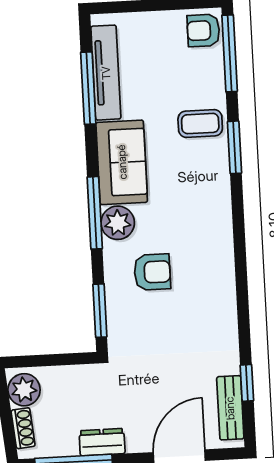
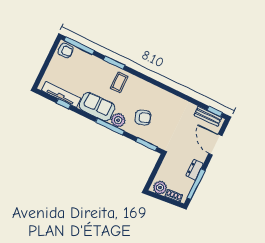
armchair: (203, 30) -> (66, 51), turned -90
window: (88, 88) -> (63, 104), width x0.46
coffee table: (200, 124) -> (119, 82), moved
armchair: (152, 272) -> (143, 117), turned 70
window: (247, 383) -> (215, 111), moved

